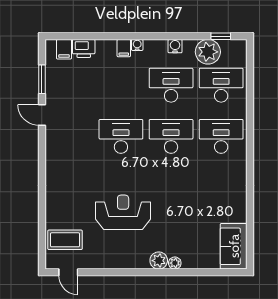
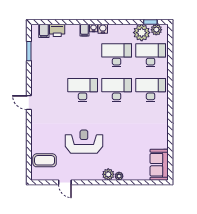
water cooler: (175, 46) -> (103, 29), moved
plant: (230, 48) -> (156, 30), added
door: (42, 115) -> (29, 103), moved
door: (68, 272) -> (65, 182), moved

